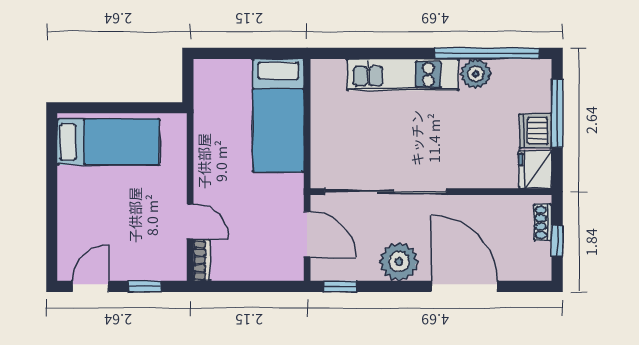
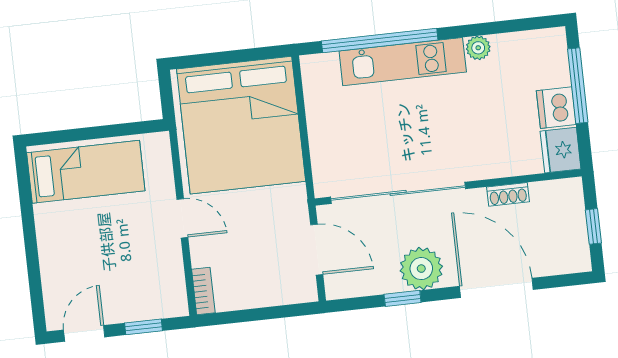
window: (487, 53) -> (380, 40), moved
plant: (476, 74) -> (478, 48), width x0.73, depth x0.73
bed: (278, 115) -> (241, 125), width x2.04
door: (190, 221) -> (182, 218), moved
shoe rack: (543, 222) -> (508, 194), moved, turned -90
window: (340, 286) -> (403, 298), moved

